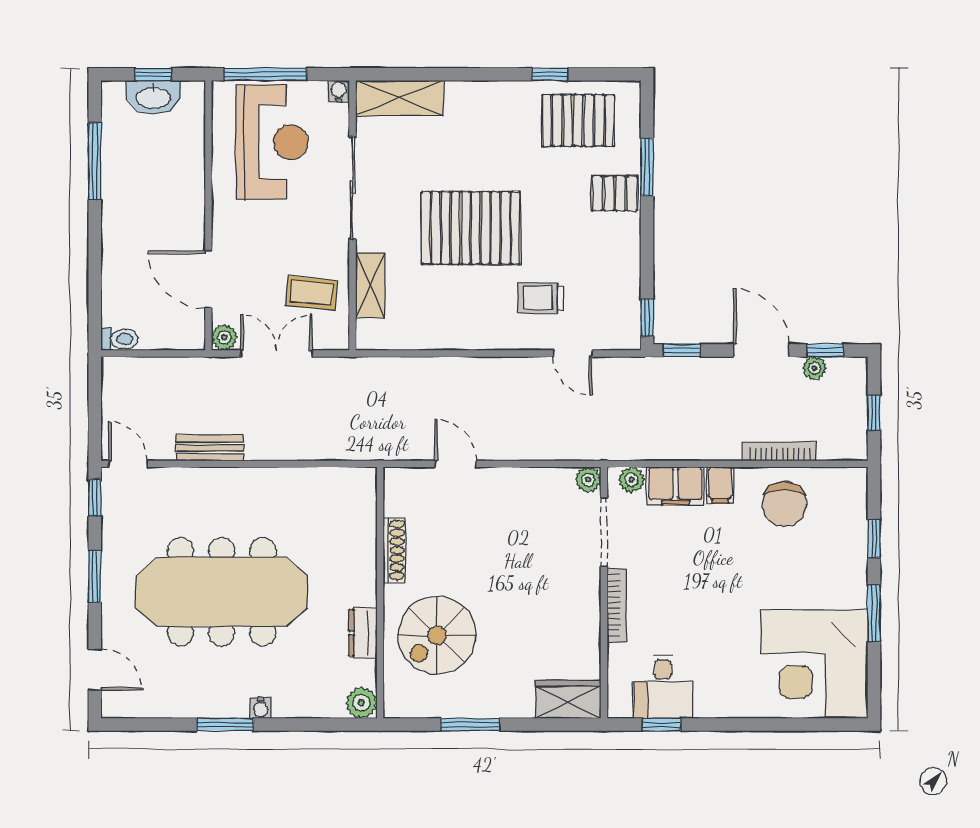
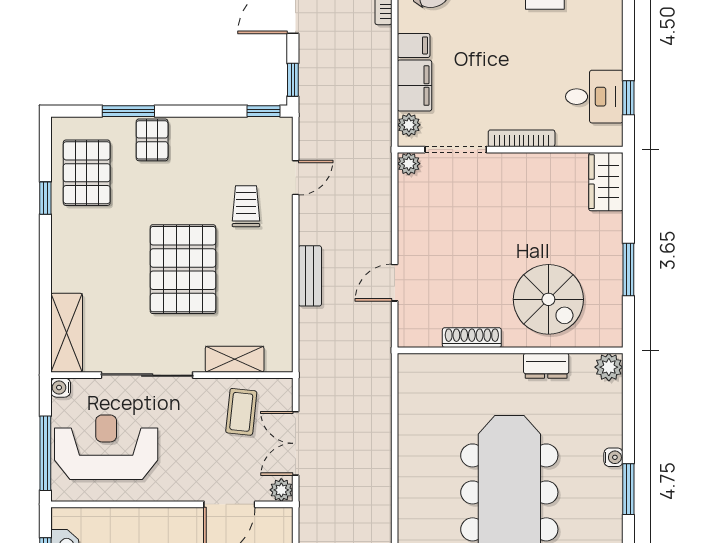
trolley: (541, 298) -> (246, 206), turned 180
bench: (210, 448) -> (310, 276), moved

